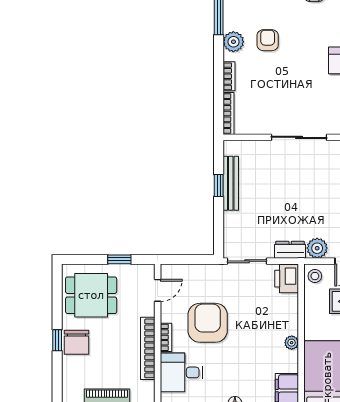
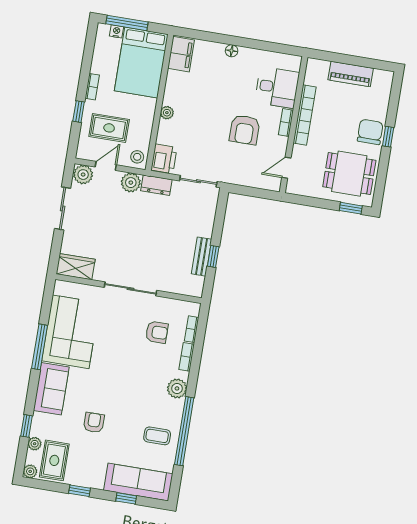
armchair: (268, 40) -> (157, 332), moved, turned -90
bookcase: (229, 114) -> (192, 329), width x0.64
bench: (231, 183) -> (202, 257), width x0.73
window: (119, 259) -> (351, 208), moved
armchair: (208, 323) -> (245, 130), width x0.73, depth x0.73
plant: (292, 343) -> (167, 113), moved

